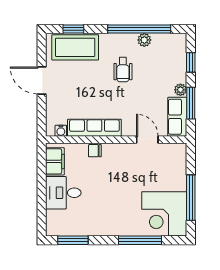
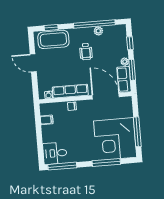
door: (147, 140) -> (106, 96), width x1.87
filing cabinet: (55, 161) -> (47, 120), width x0.50
desk: (63, 193) -> (55, 153), moved
corner desk: (164, 214) -> (115, 139), width x1.36, depth x1.36
window: (73, 240) -> (62, 166), width x1.44

